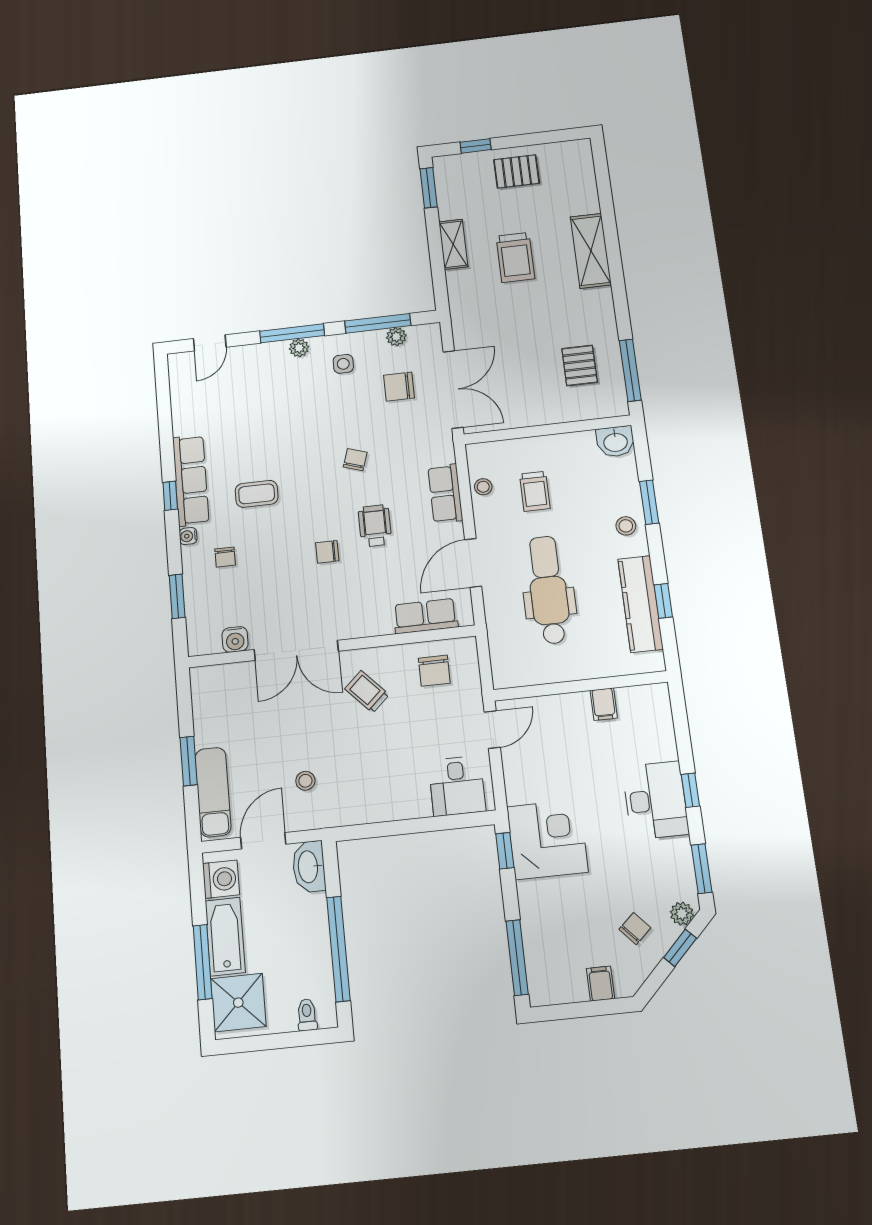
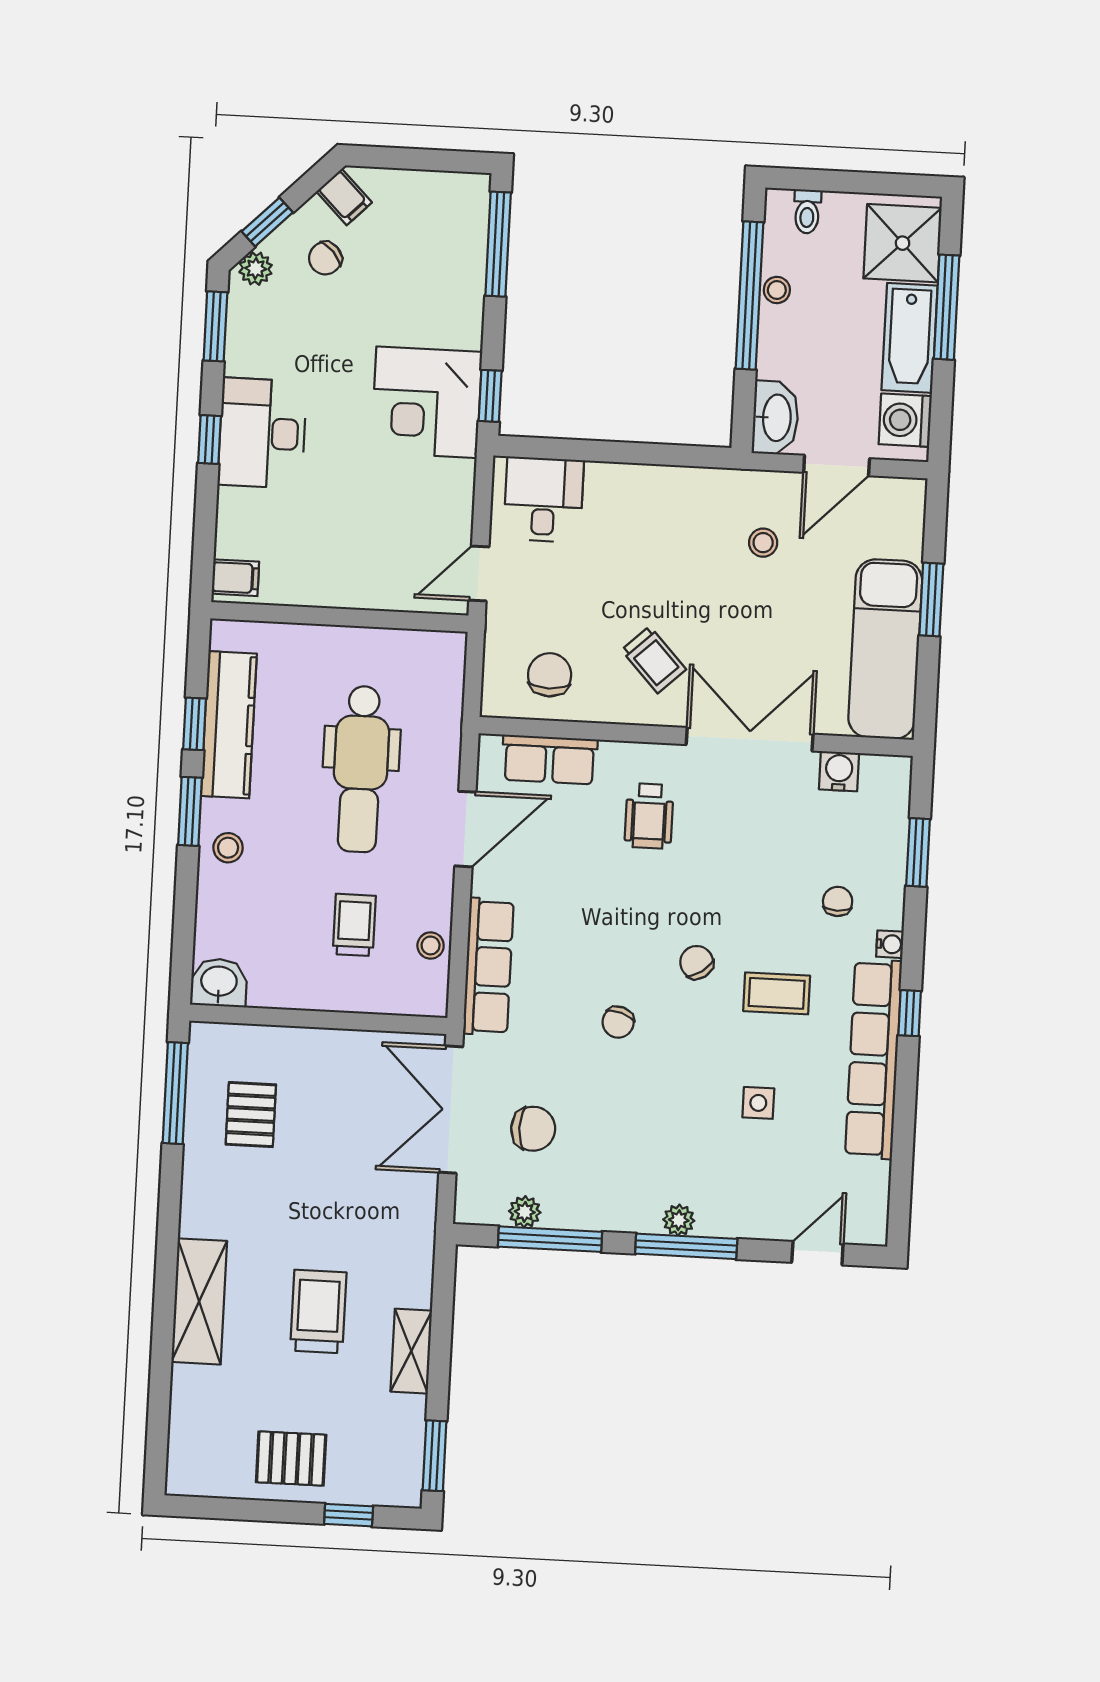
side table: (343, 364) -> (758, 1103), moved
row of seats: (191, 480) -> (874, 1059), width x1.36
row of seats: (445, 493) -> (488, 967), width x1.48
window: (649, 502) -> (190, 811), moved
wheelchair: (375, 526) -> (649, 816), moved
chair: (327, 552) -> (697, 962), moved, turned -125
filing cabinet: (604, 704) -> (235, 578), moved, turned 90
exam couch: (213, 792) -> (885, 649), moved, width x1.36, depth x1.45
stool: (320, 956) -> (777, 290), added
filing cabinet: (600, 984) -> (344, 197), moved, turned -45

